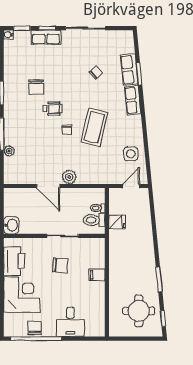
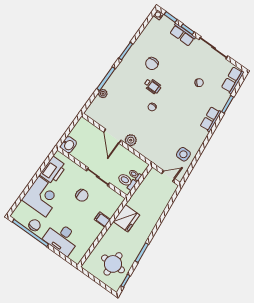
row of seats: (129, 70) -> (233, 80), moved
coffee table: (94, 127) -> (172, 119), removed
fridge: (117, 222) -> (126, 218), moved, width x1.88, depth x1.34
desk: (70, 322) -> (62, 238), width x1.37

